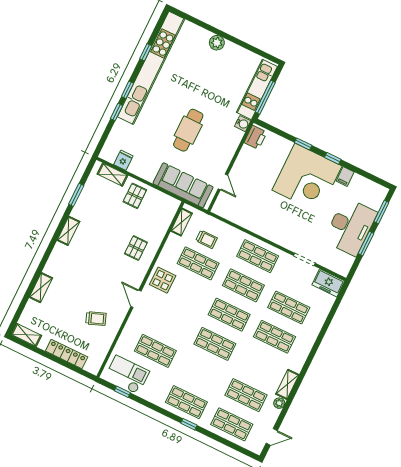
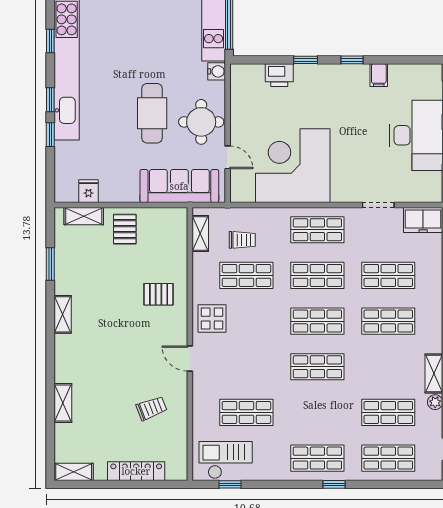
printer: (255, 137) -> (279, 75), moved, turned 90
round table: (217, 151) -> (201, 122), added
corner desk: (307, 178) -> (293, 166), moved, turned 180
pallet: (136, 248) -> (159, 294), turned 90

